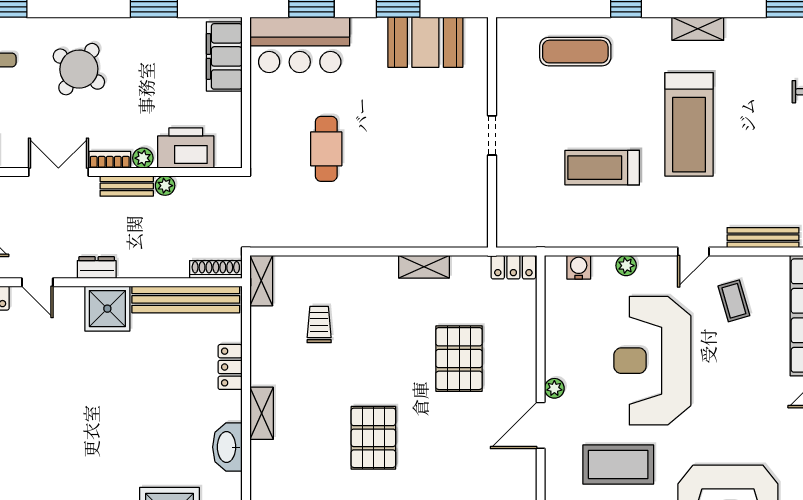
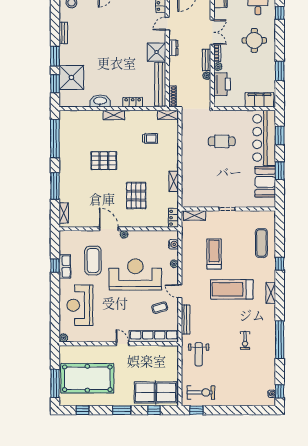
bar counter: (300, 45) -> (264, 138), width x1.36
round table: (79, 69) -> (254, 40), turned -35
shelving: (508, 216) -> (194, 215), added
pallet: (459, 359) -> (136, 196), turned 90

